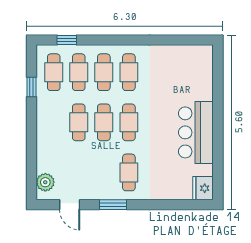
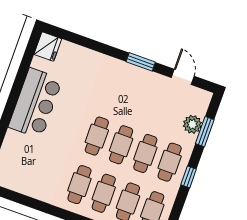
window: (32, 87) -> (189, 177), moved
window: (32, 162) -> (205, 132), added
cafe table: (129, 172) -> (170, 162), moved
plant: (45, 182) -> (192, 124), moved

